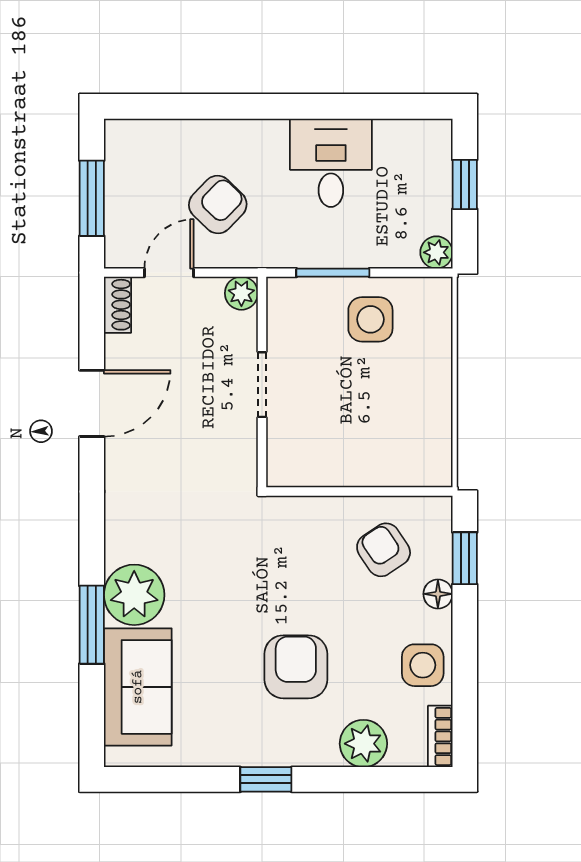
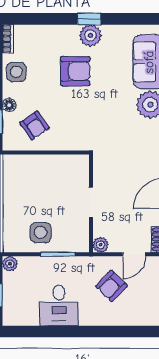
armchair: (296, 667) -> (75, 71), turned -90
plant: (363, 744) -> (90, 36), moved

